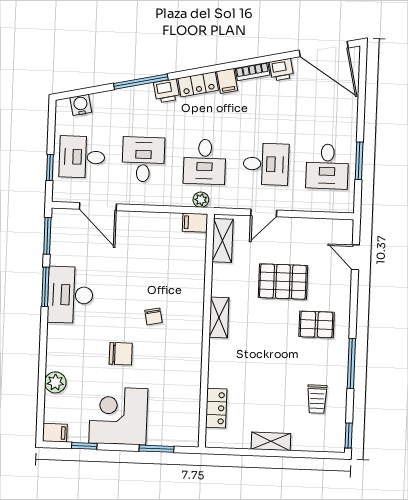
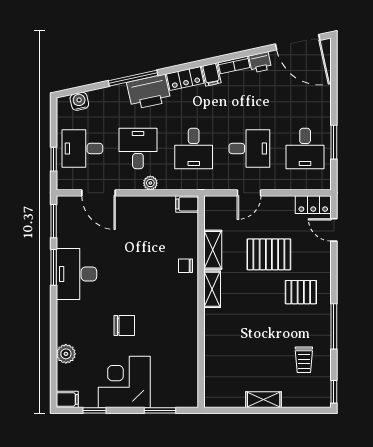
printer: (167, 91) -> (149, 92), width x1.87, depth x1.48
plant: (201, 200) -> (150, 183), moved
shelving: (223, 240) -> (213, 250), moved
chair: (153, 316) -> (186, 266), moved, turned 101
locker: (216, 408) -> (313, 205), moved, turned 90

